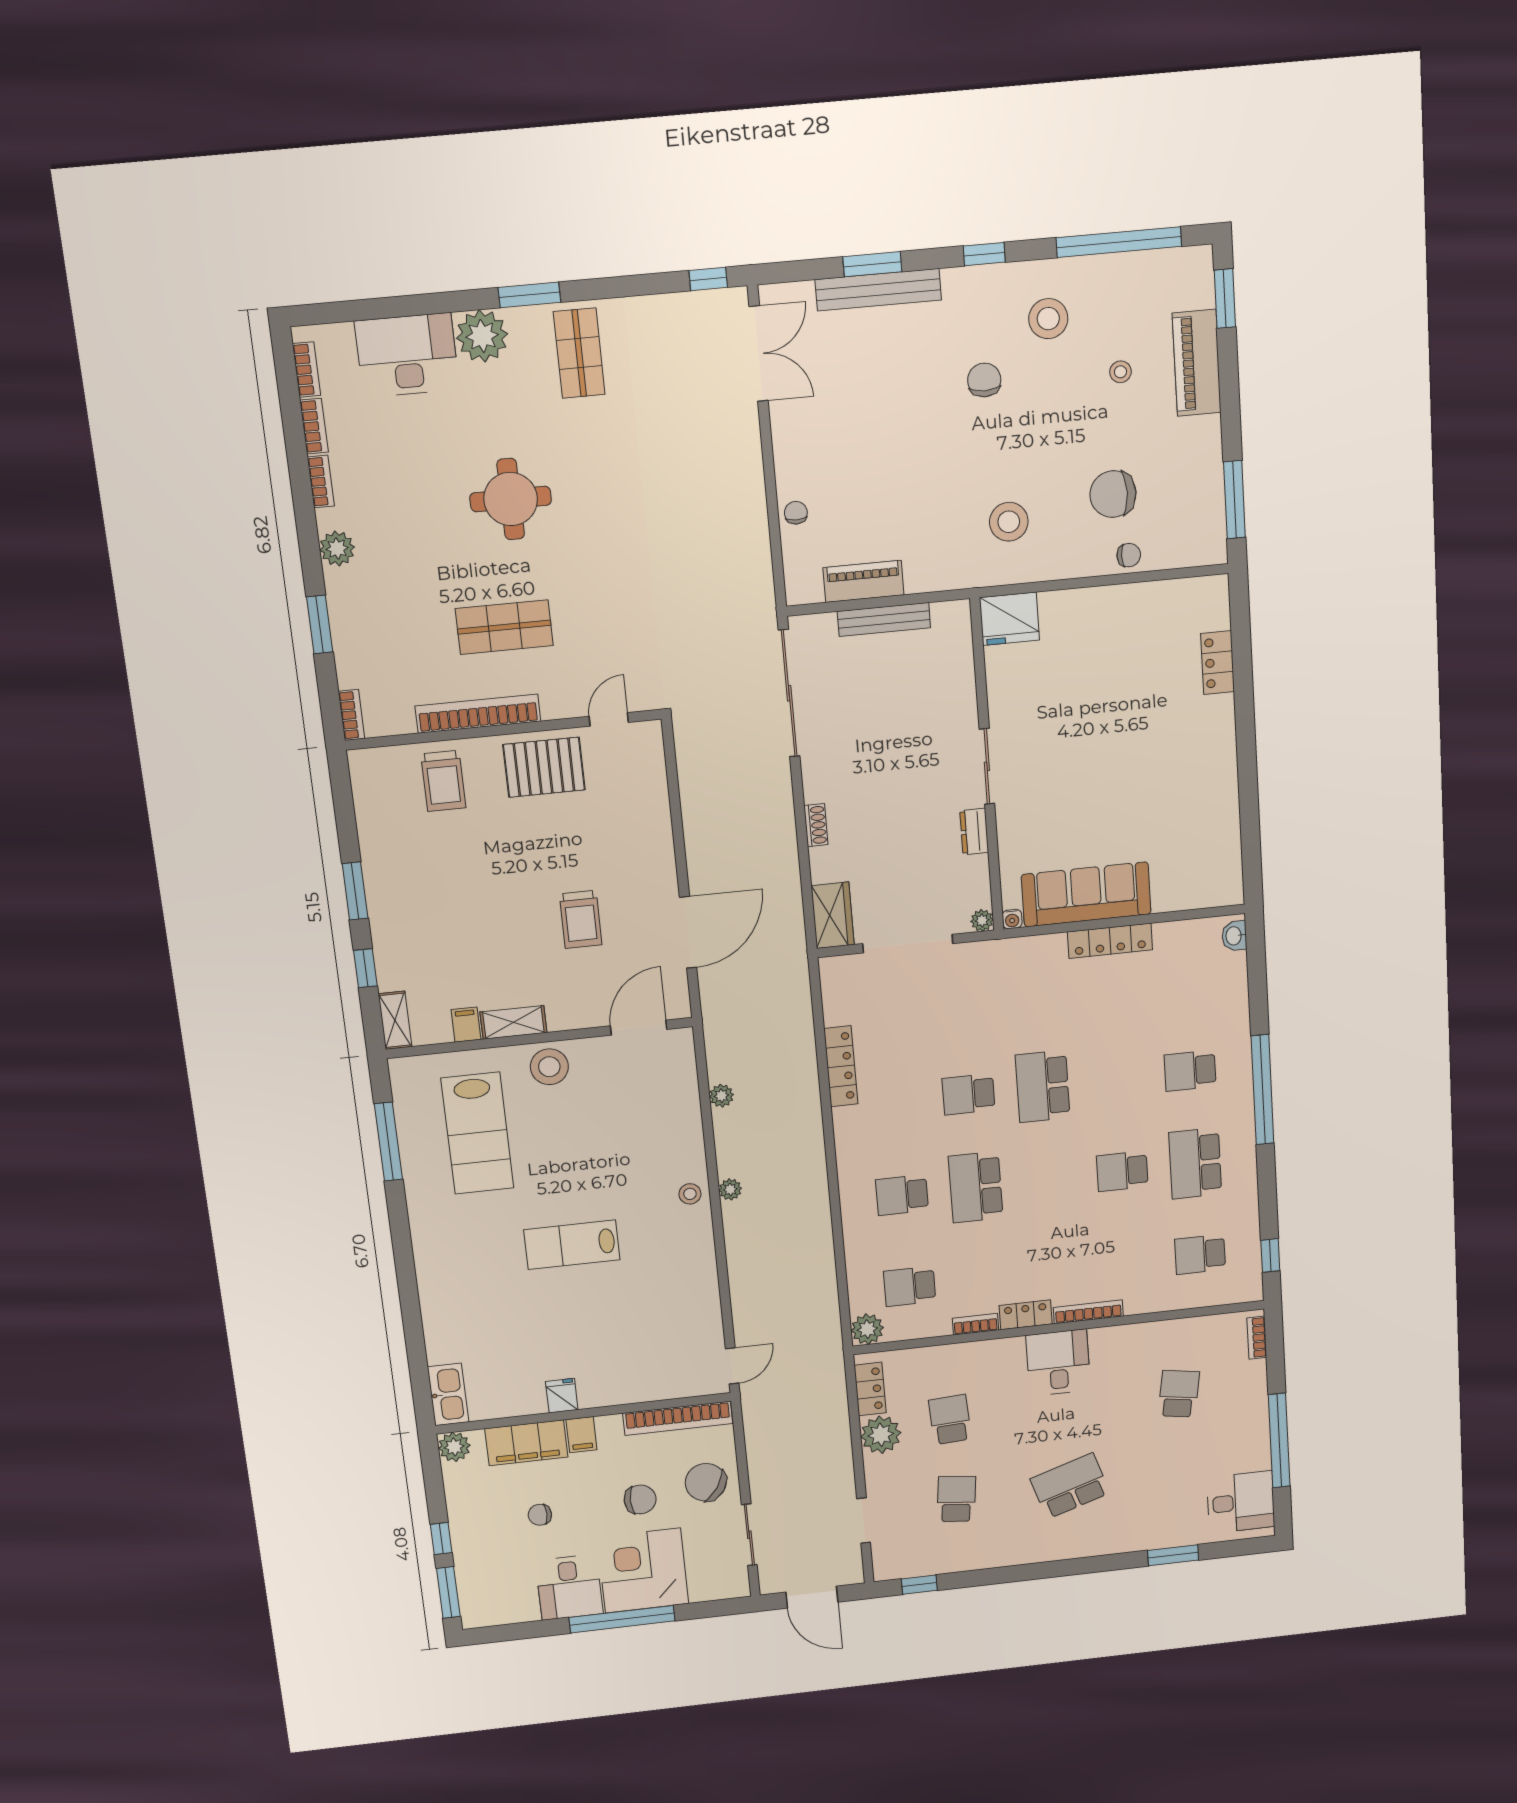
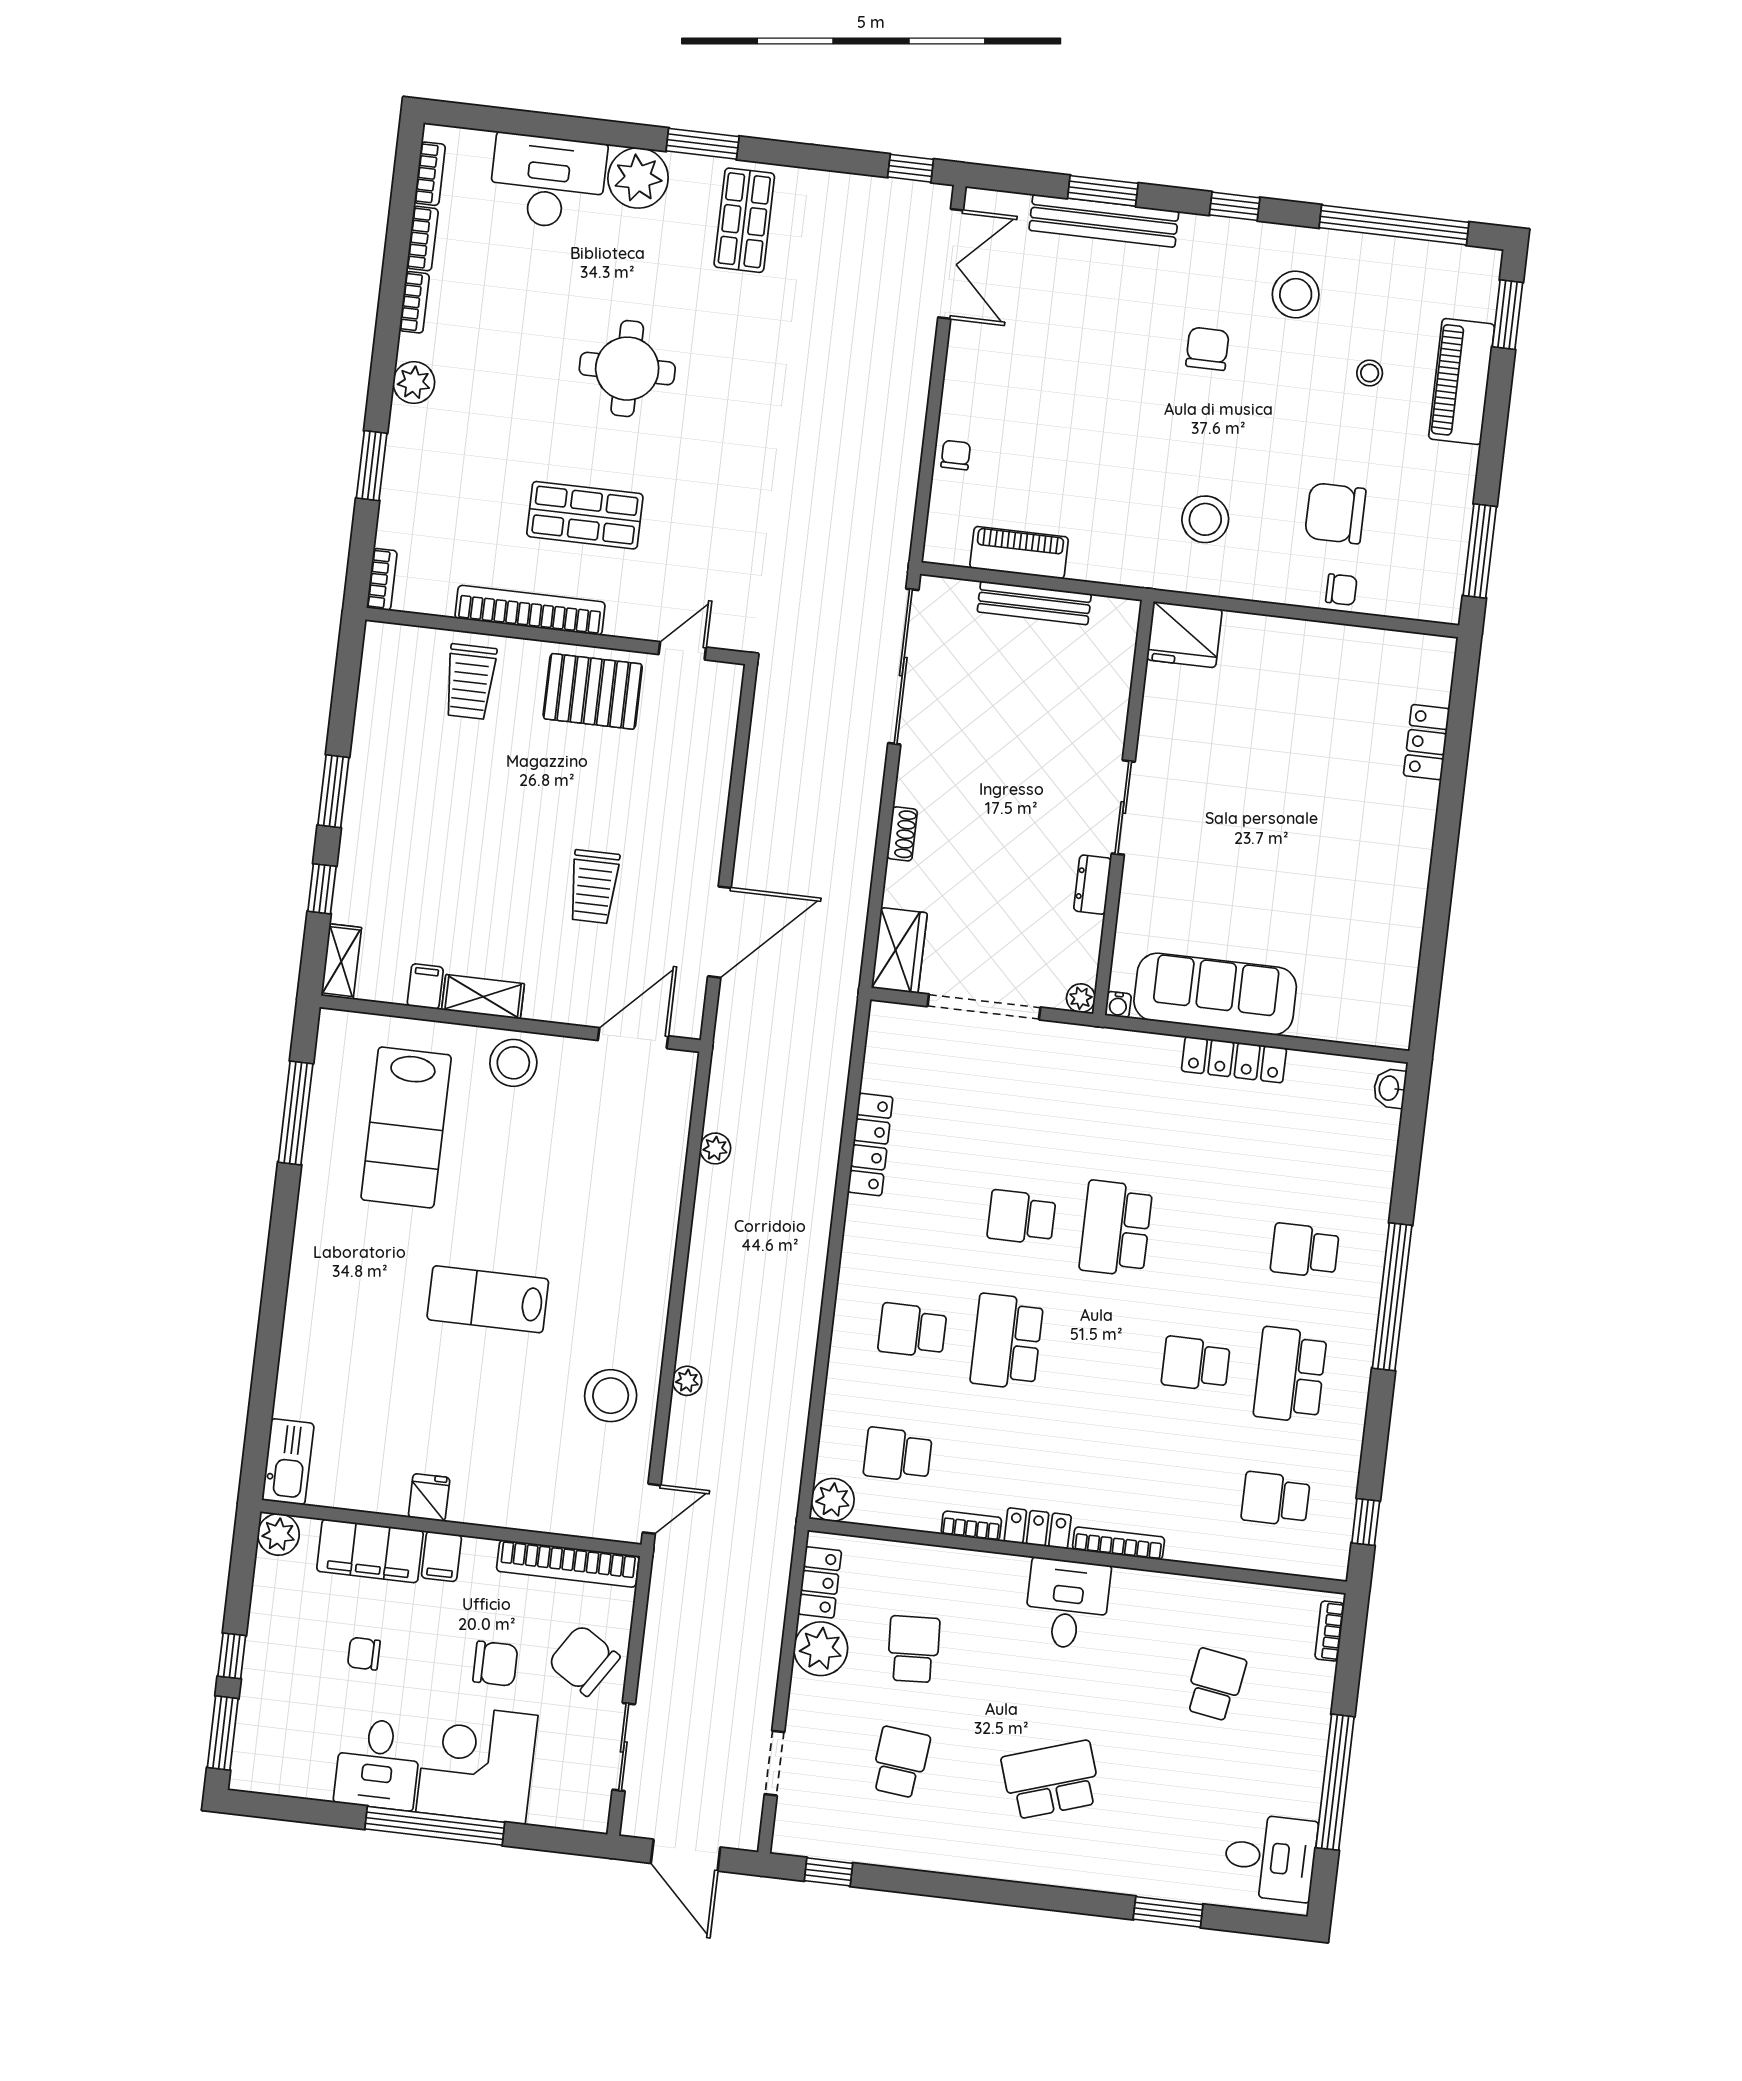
plant: (730, 1189) -> (687, 1381), moved
stool: (690, 1194) -> (611, 1396), moved, width x1.89, depth x1.89

